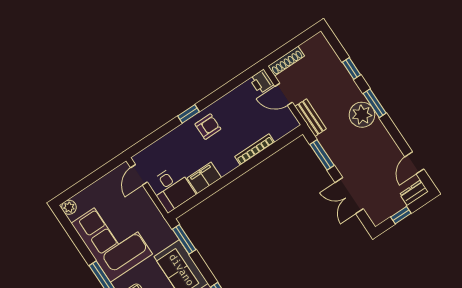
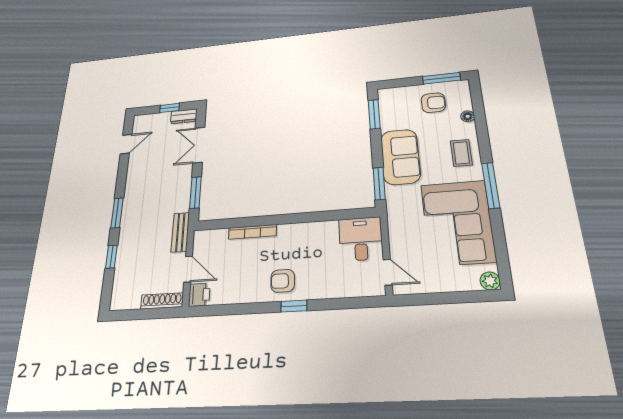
plant: (362, 115) -> (135, 209), removed
door: (139, 175) -> (388, 272), hinge flipped
filing cabinet: (204, 178) -> (320, 232), removed
dresser: (414, 193) -> (184, 116), moved
double door: (349, 196) -> (199, 145), swing flipped

